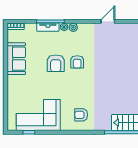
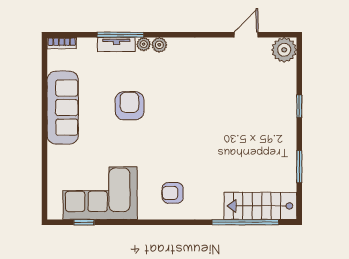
door: (108, 21) -> (246, 35), moved
sofa: (16, 59) -> (63, 108), width x1.36
armchair: (77, 62) -> (166, 103), removed
armchair: (56, 63) -> (130, 106), turned 180

